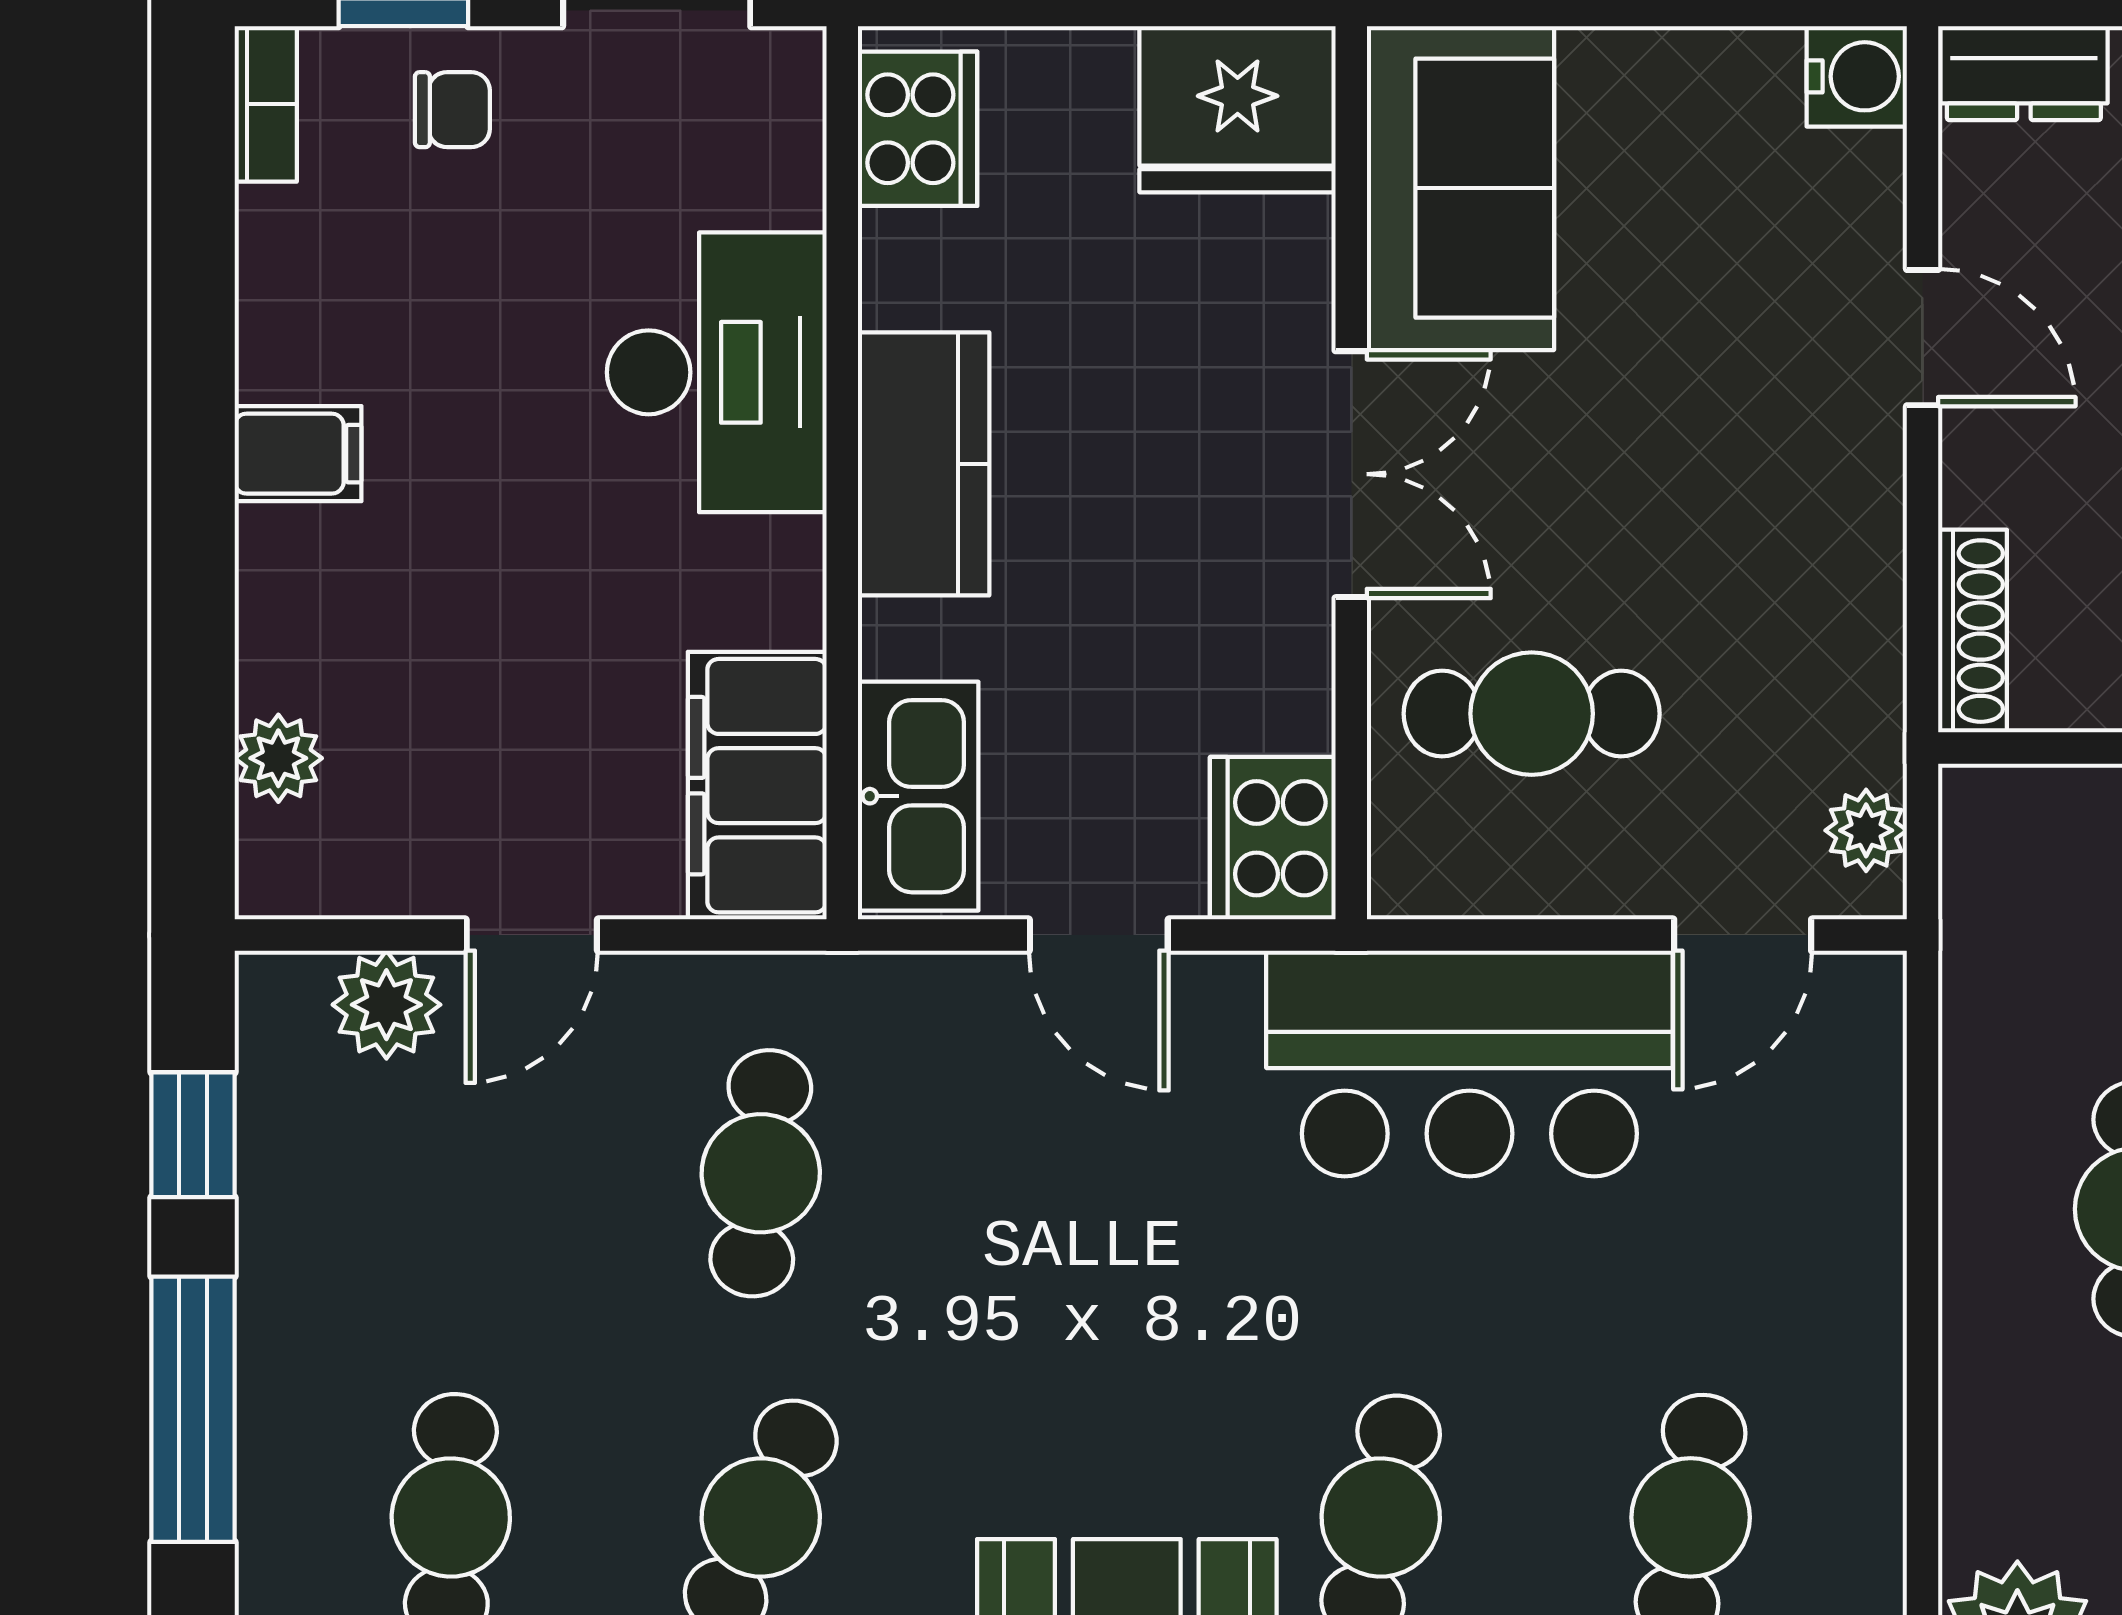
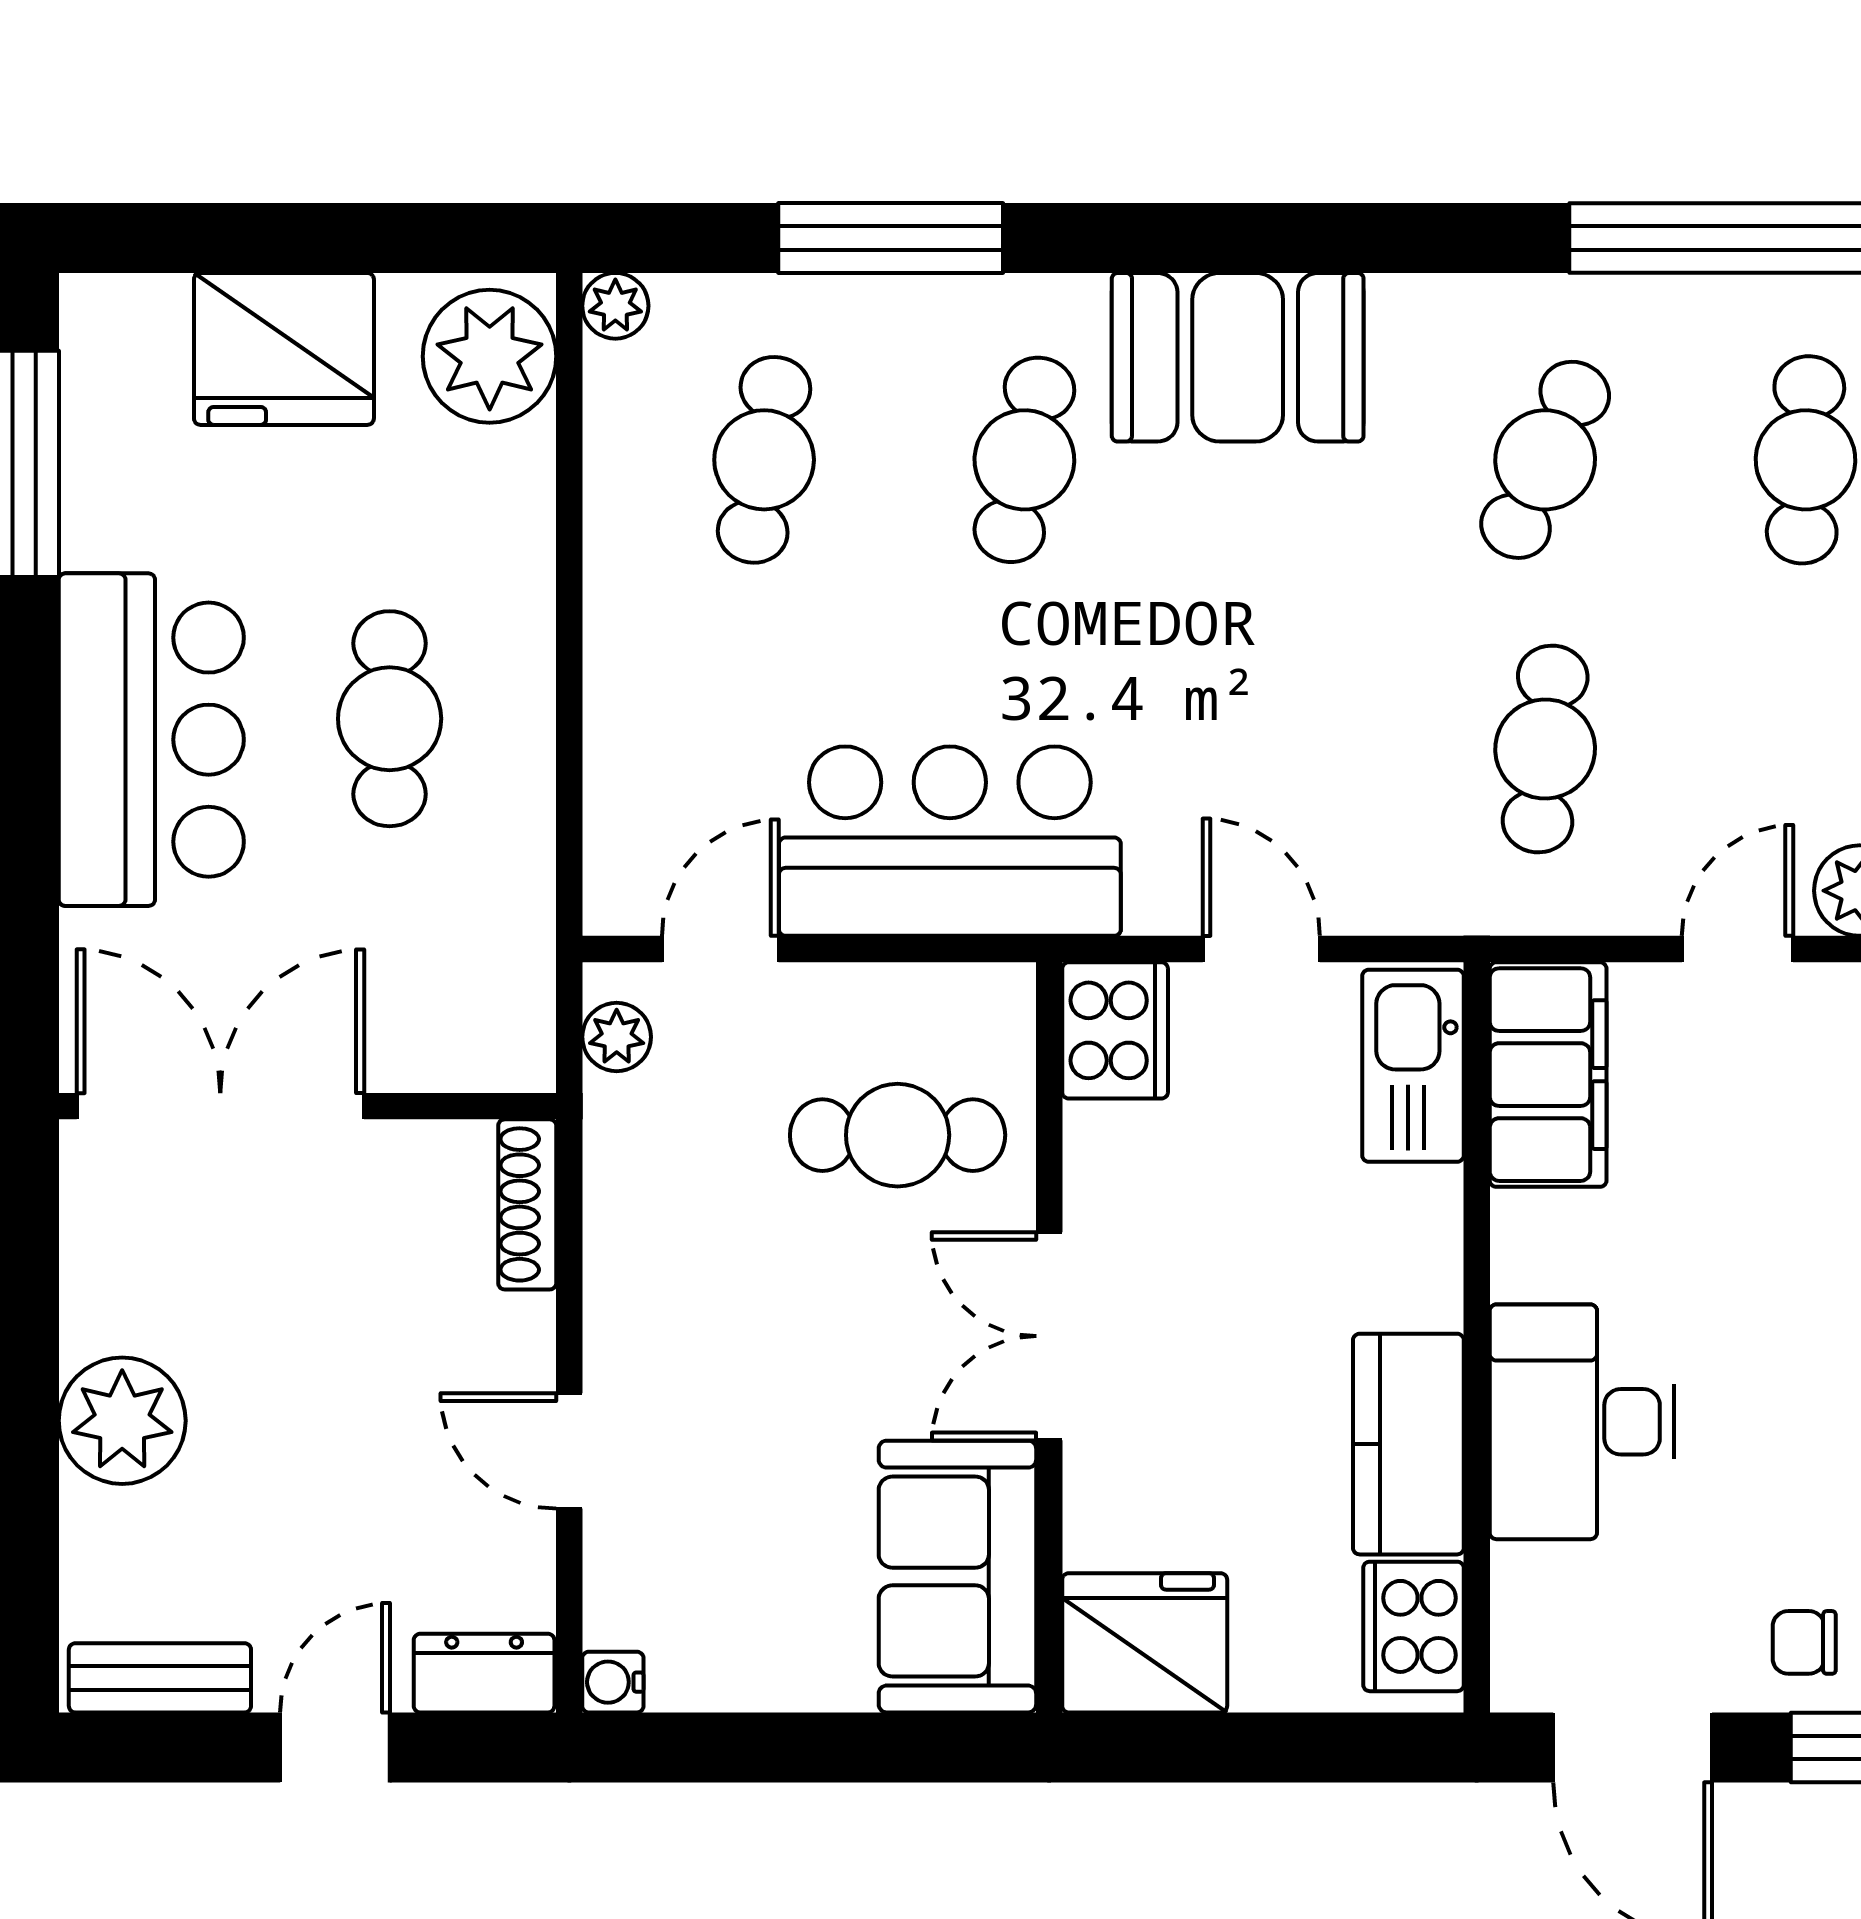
water cooler: (1857, 76) -> (613, 1682), width x0.72, depth x0.72
kitchen counter: (924, 464) -> (1408, 1444), moved

